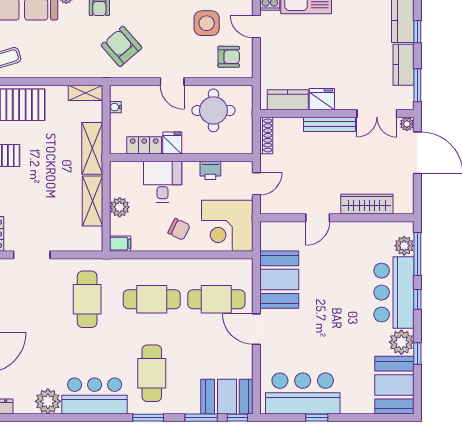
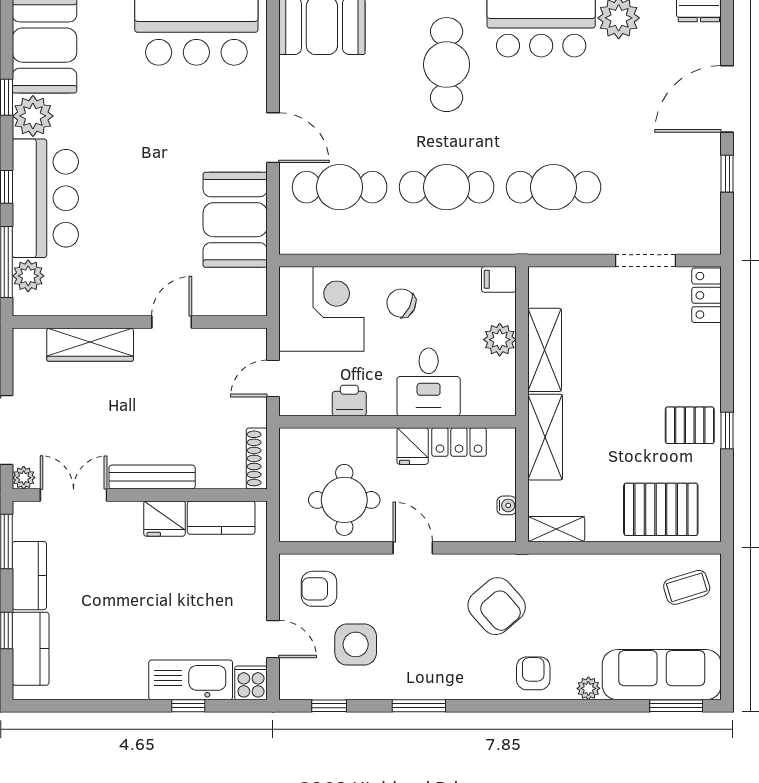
cafe table: (87, 299) -> (554, 187), turned 90

